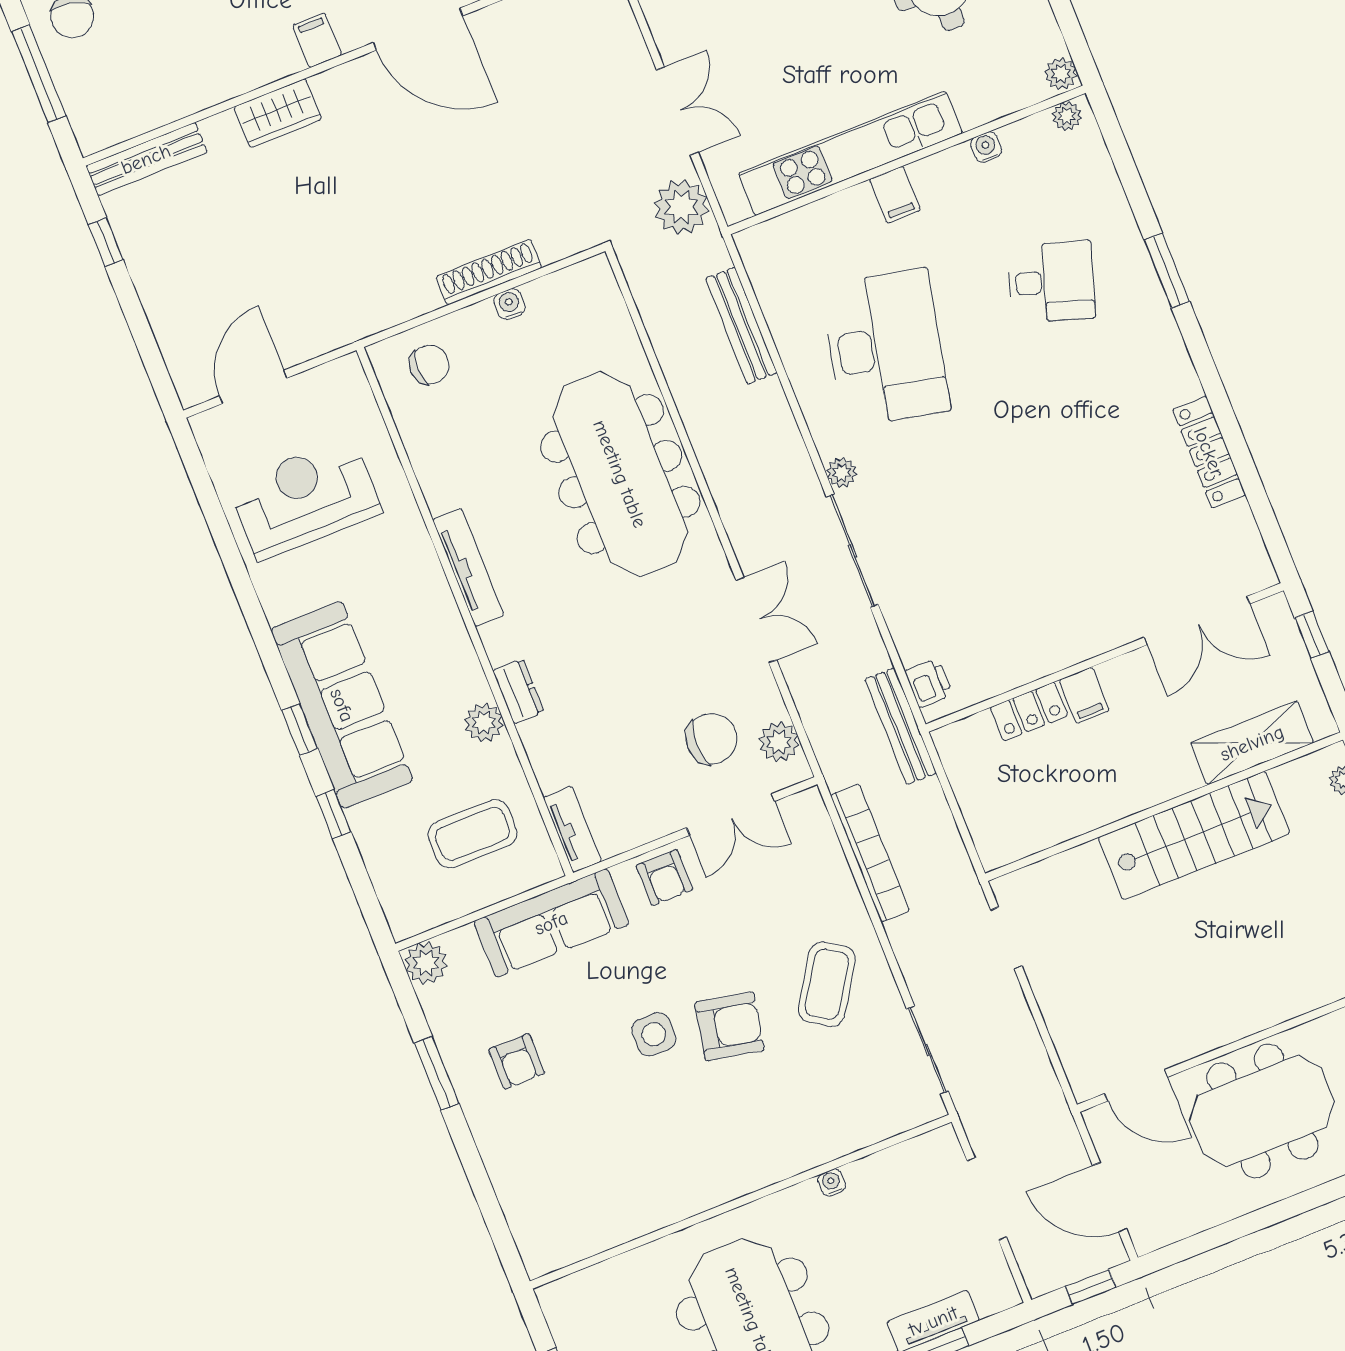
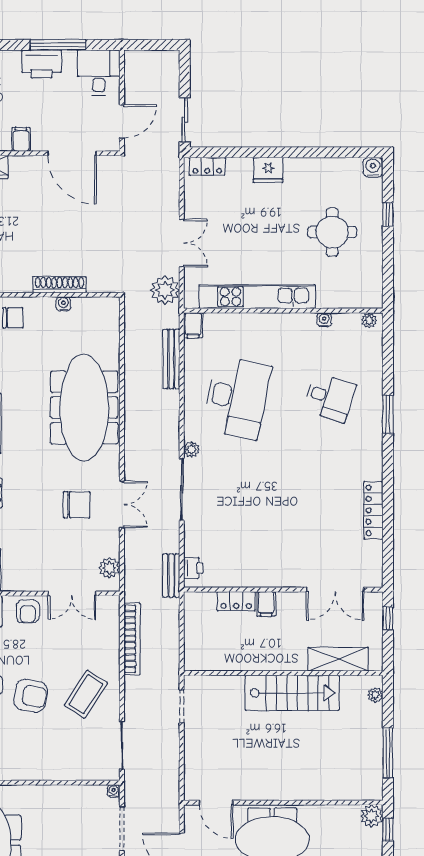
plant: (1061, 74) -> (374, 299), removed
filing cabinet: (895, 195) -> (193, 325), moved
bench: (901, 726) -> (171, 576), width x0.73
chair: (711, 739) -> (77, 505), moved
water cooler: (832, 1183) -> (114, 791), moved

